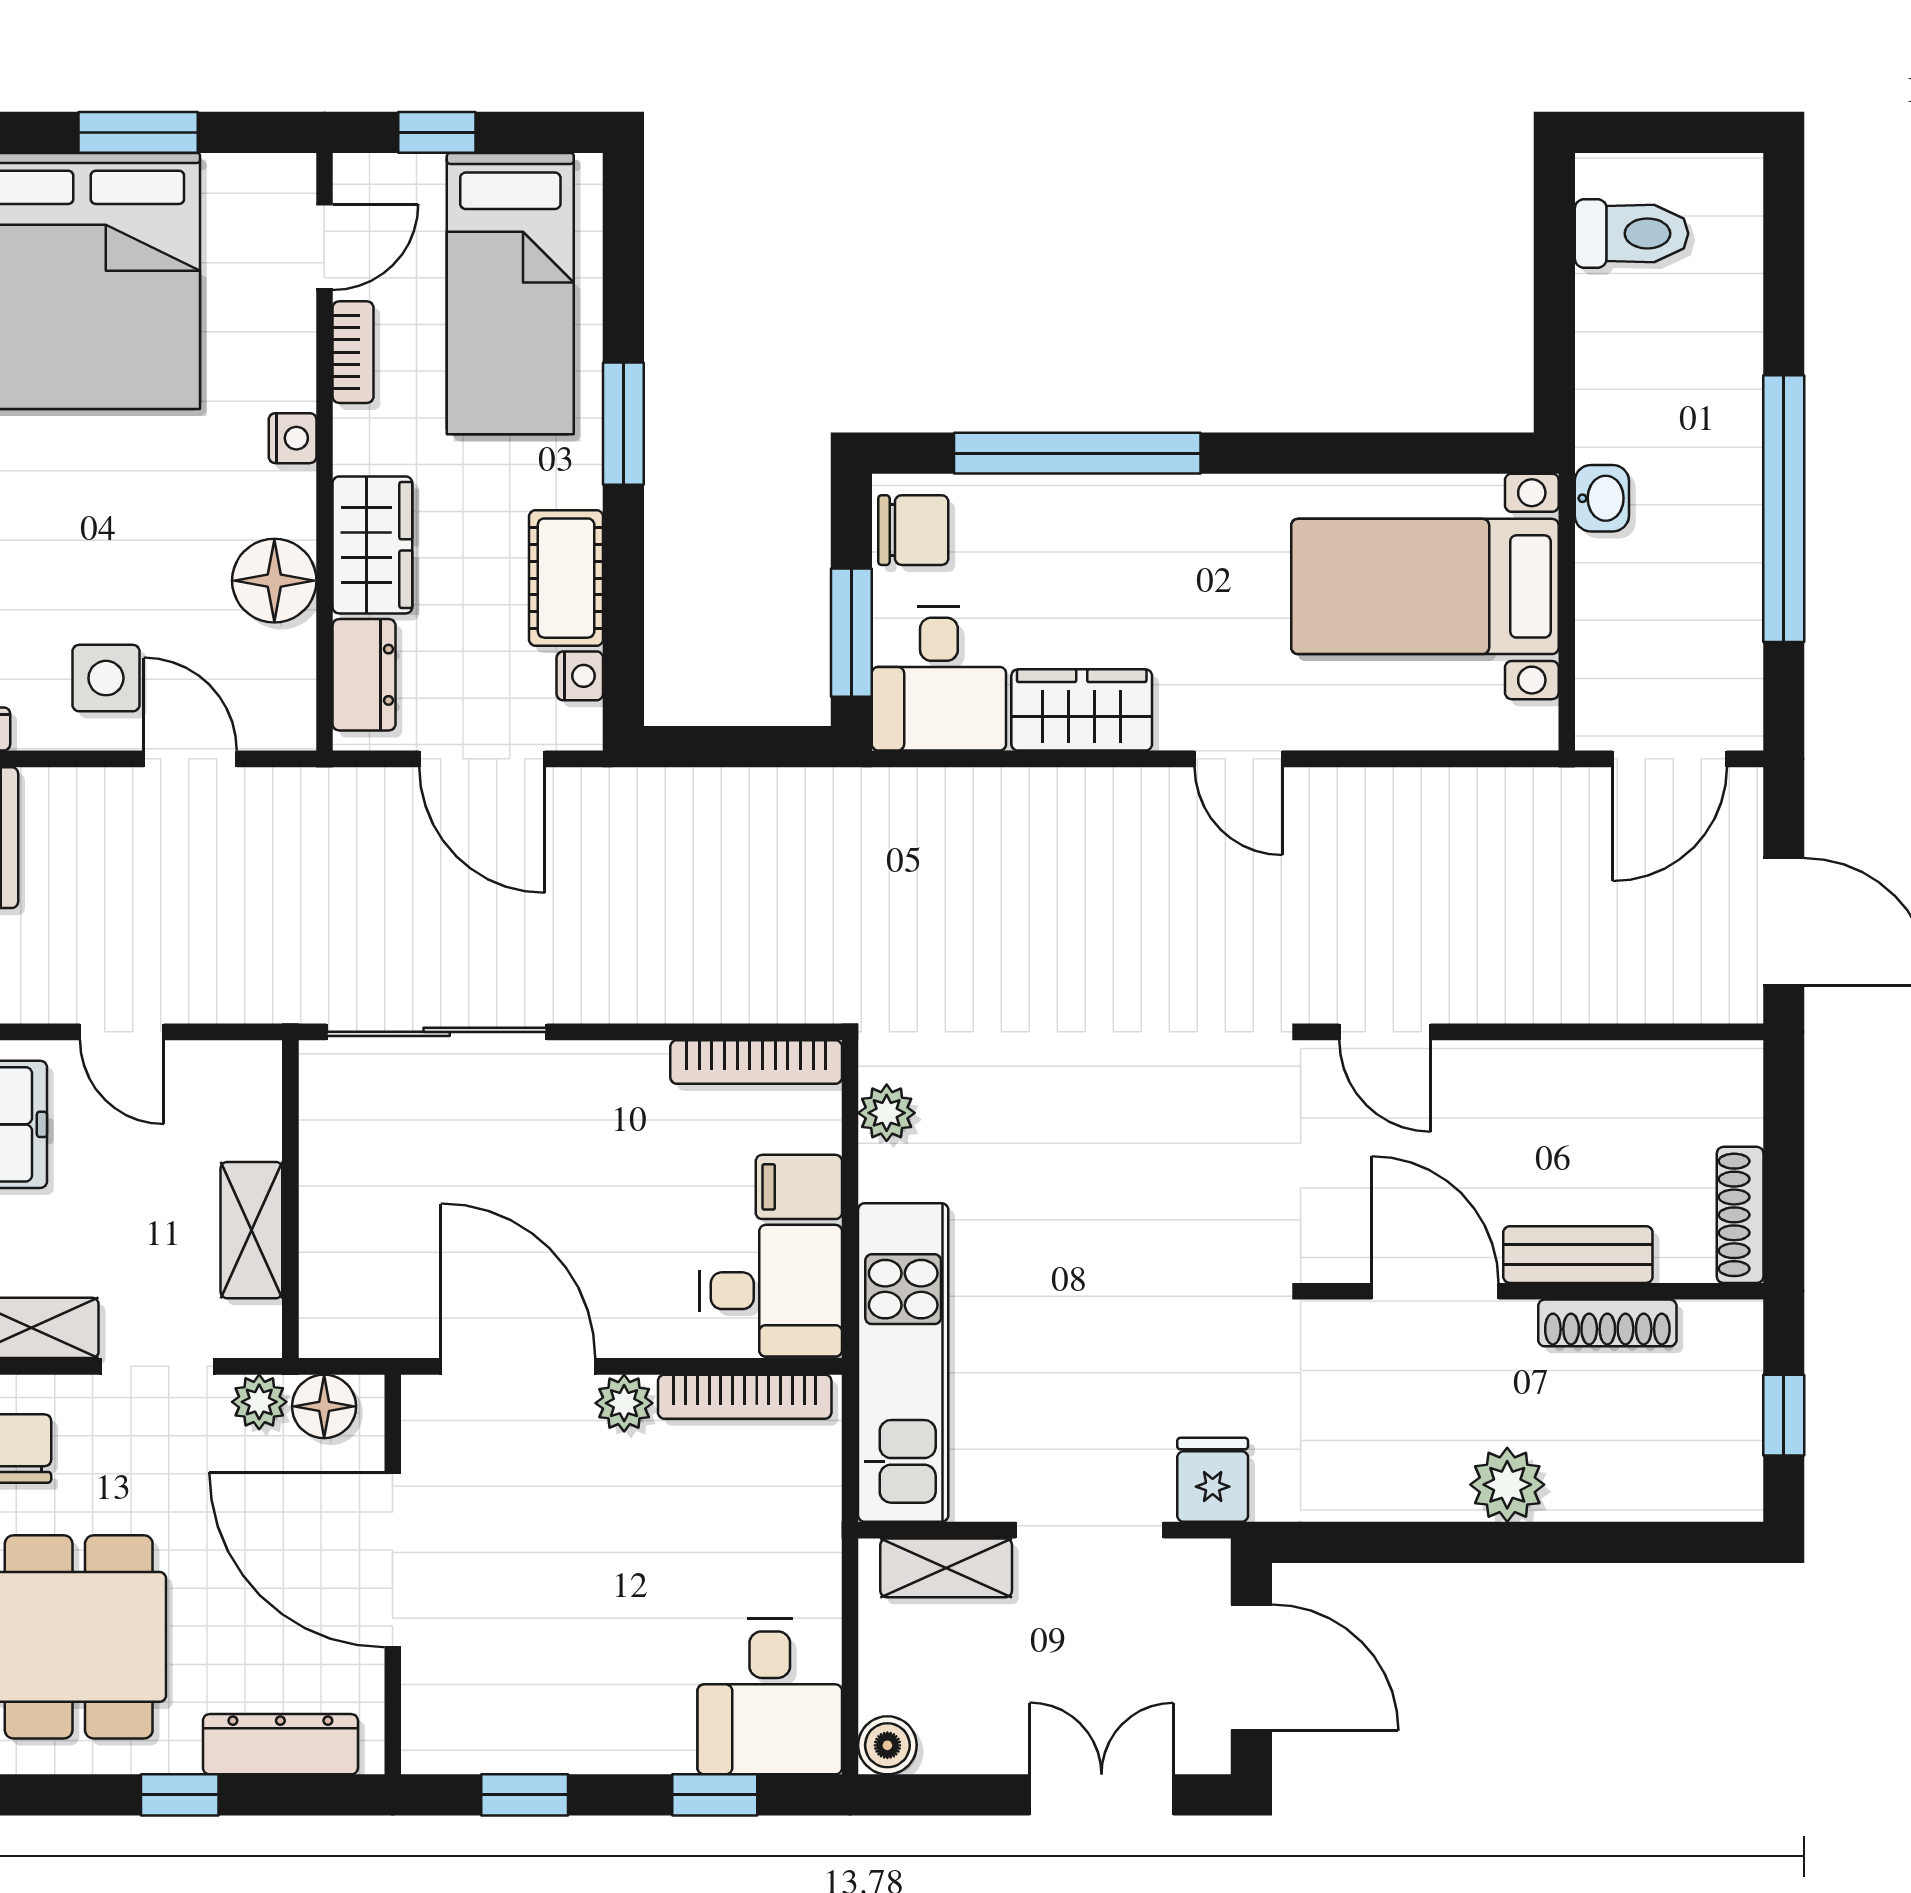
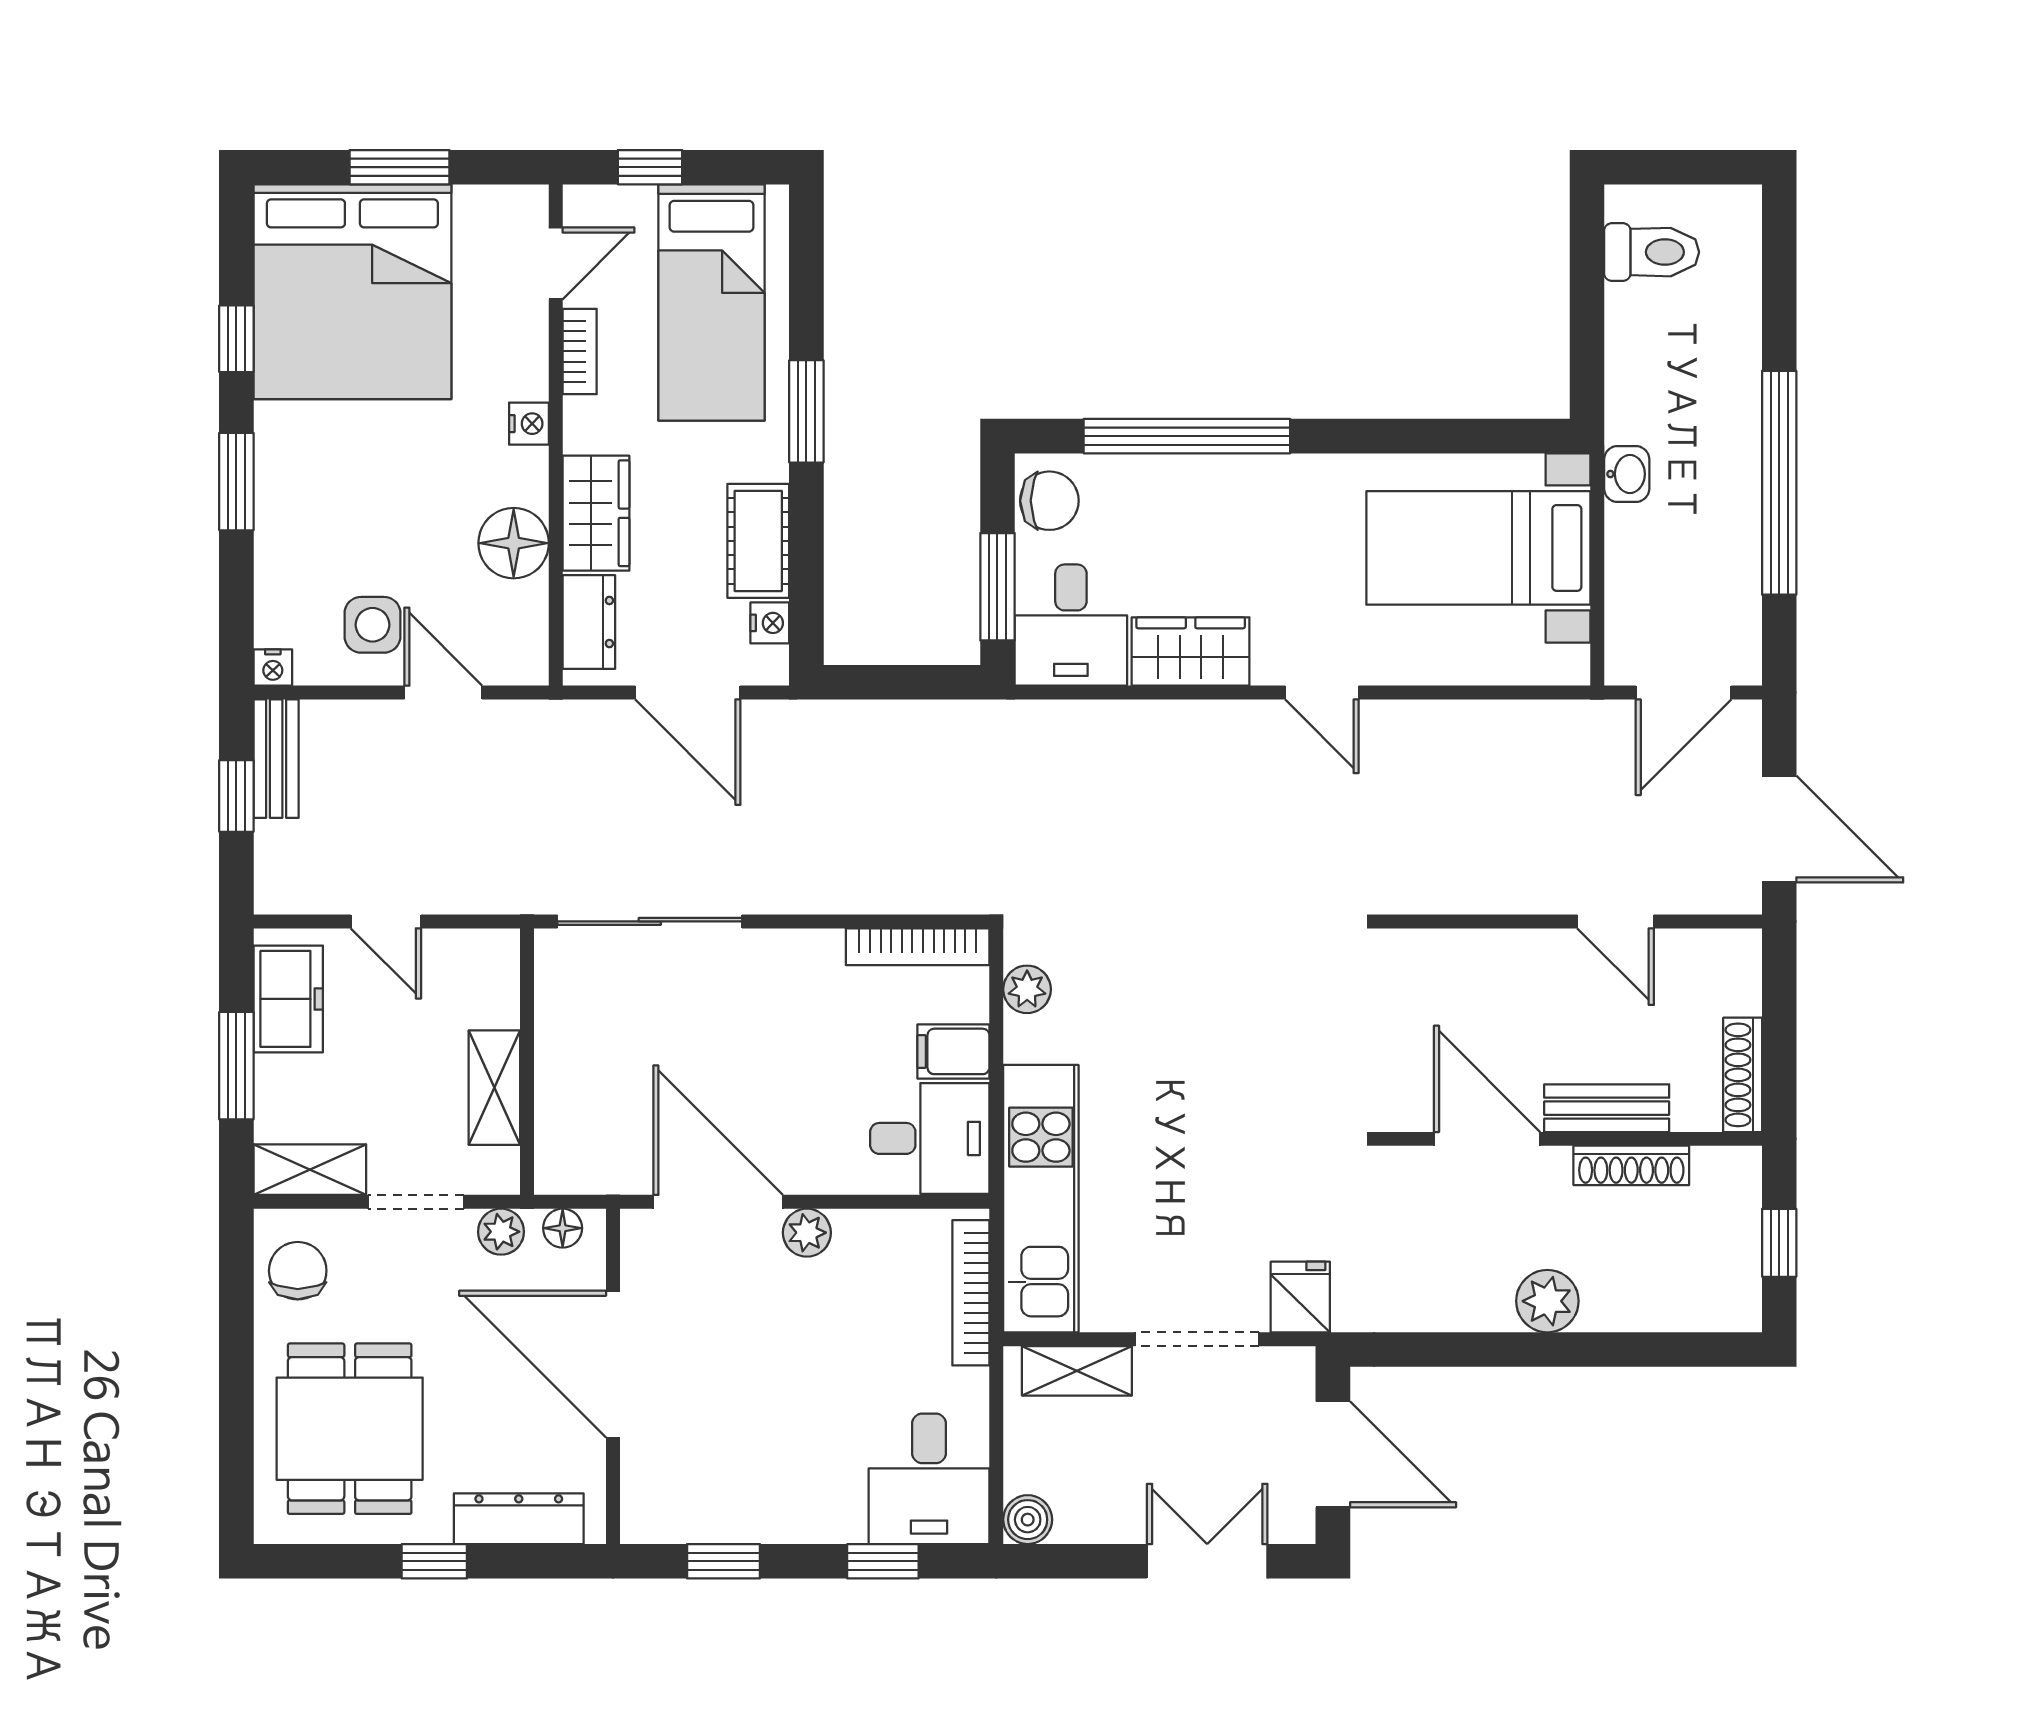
door: (1385, 1032) -> (1616, 921), moved
bookcase: (745, 1397) -> (971, 1293), moved, turned 90
floor lamp: (324, 1406) -> (563, 1228), width x0.73, depth x0.73

